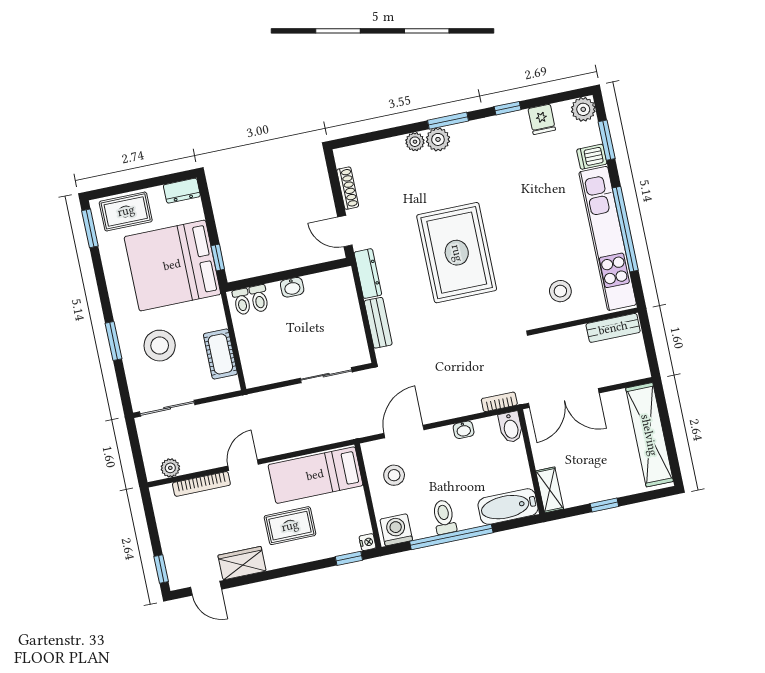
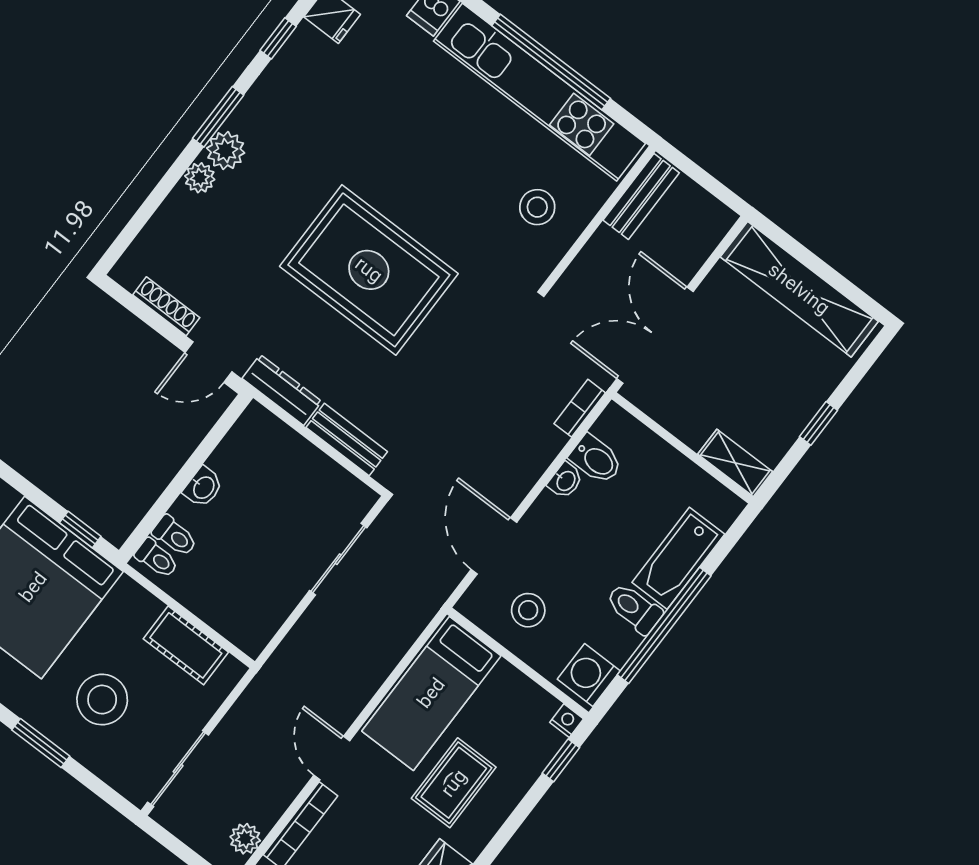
double door: (564, 398) -> (655, 335), swing flipped
bidet: (511, 427) -> (596, 459), moved
bathtub: (508, 507) -> (678, 558), moved

